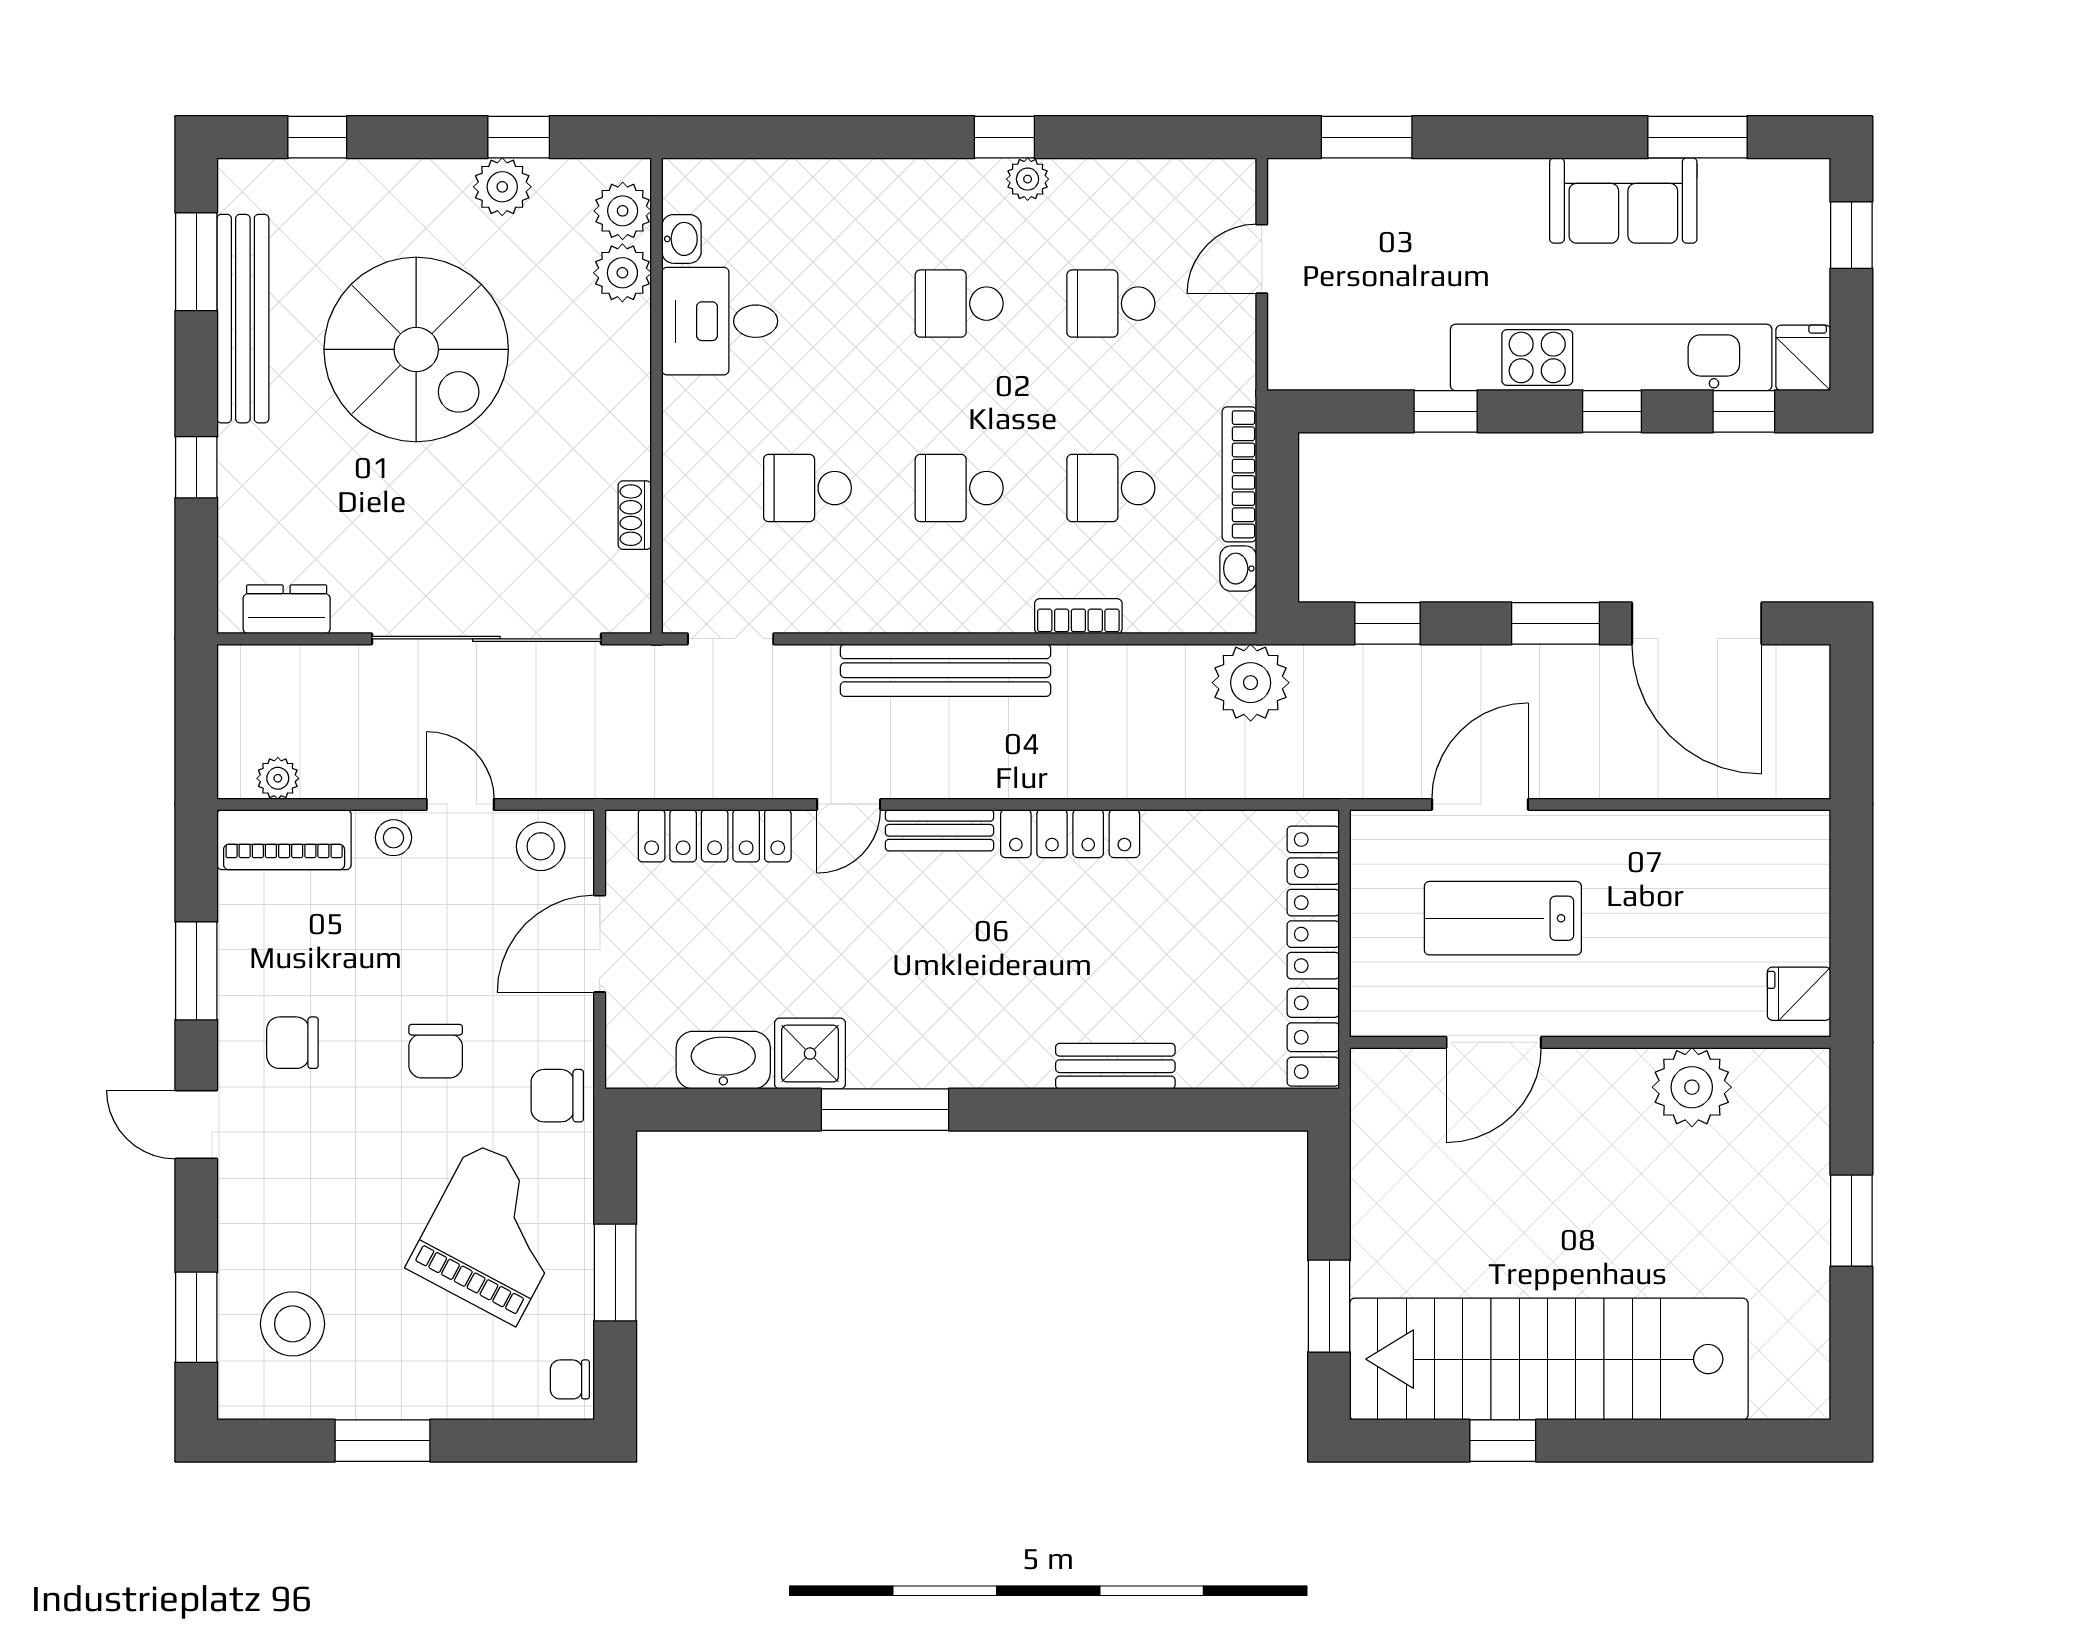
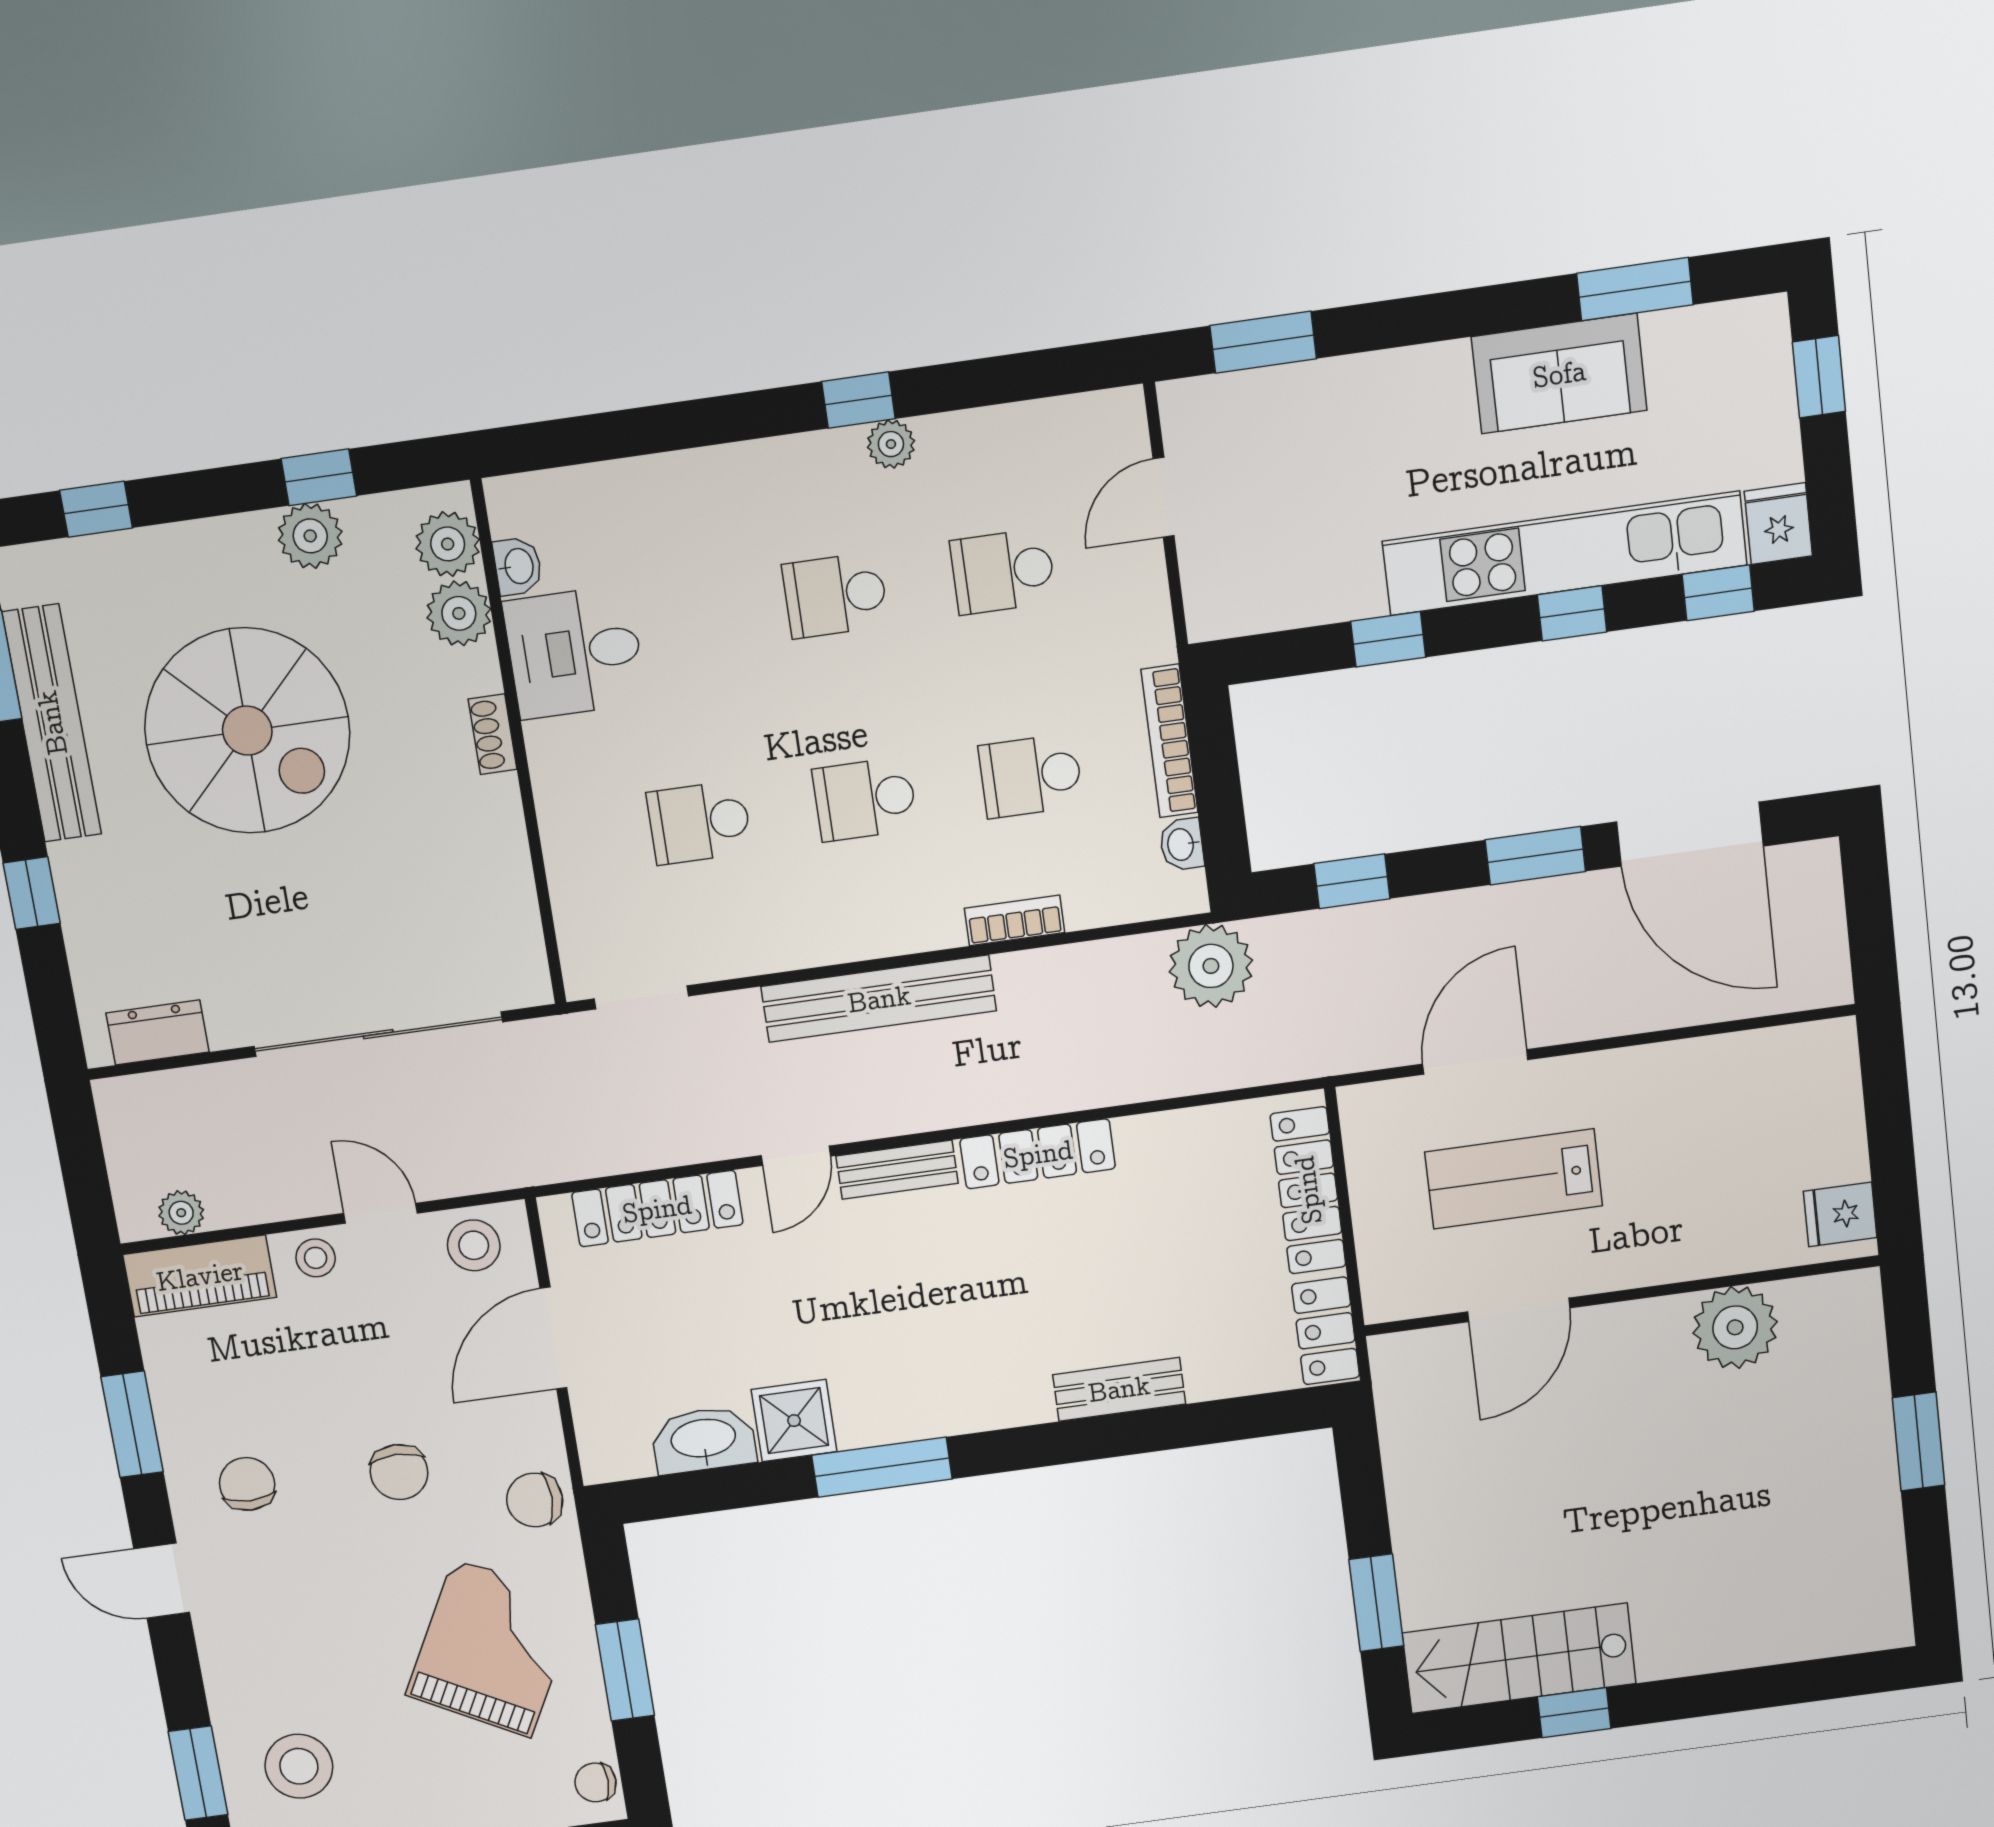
shoe rack: (635, 515) -> (493, 734), moved
chair: (292, 1043) -> (247, 1484), turned 90
stairs: (1549, 1359) -> (1519, 1658), width x0.54, depth x0.66

